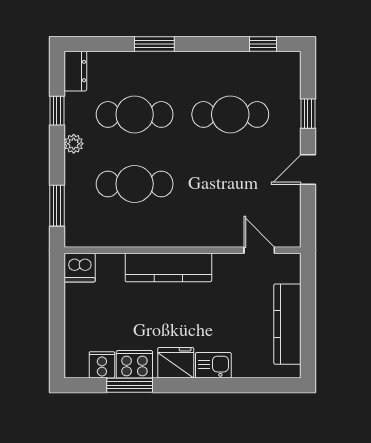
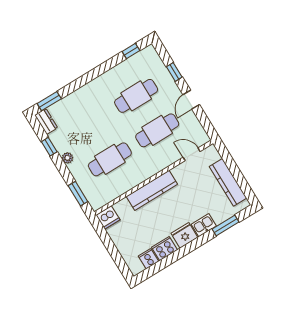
window: (154, 44) -> (49, 101), moved
cafe table: (135, 114) -> (157, 130), moved
window: (130, 385) -> (226, 225), moved

